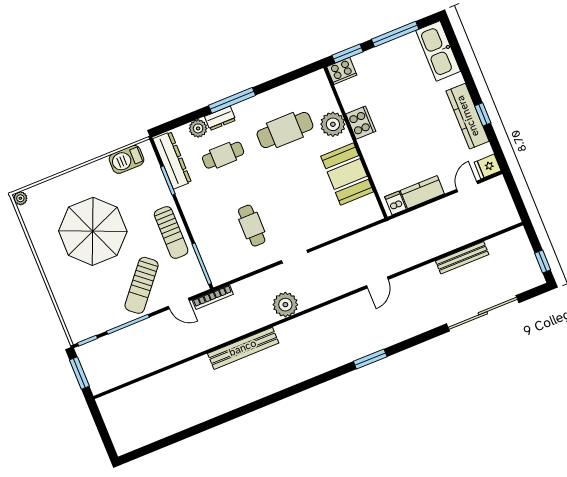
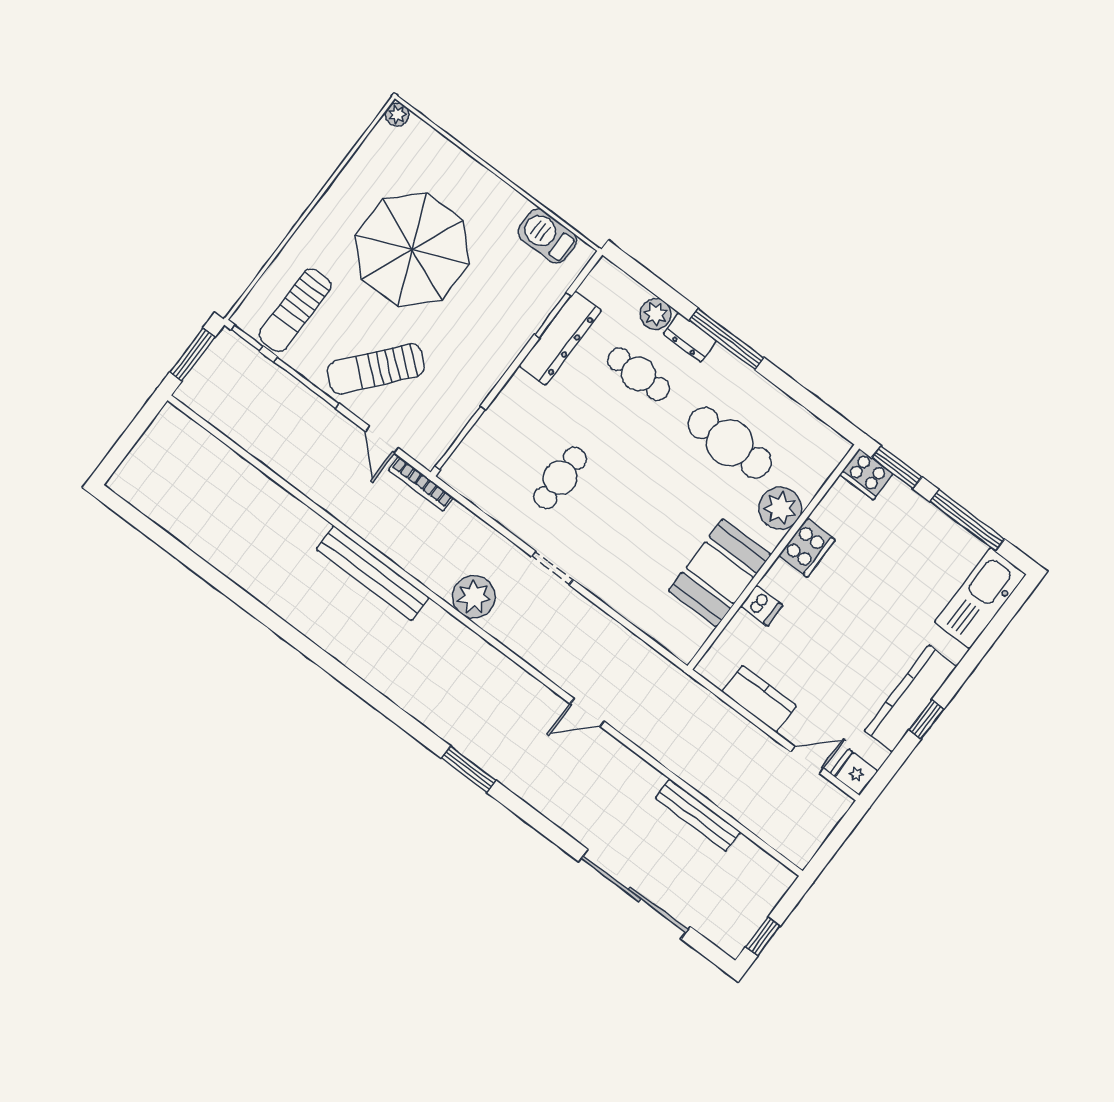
dresser: (172, 160) -> (560, 338), moved
dishwasher: (395, 203) -> (762, 606), moved, turned 90
sun lounger: (171, 233) -> (295, 310), moved

